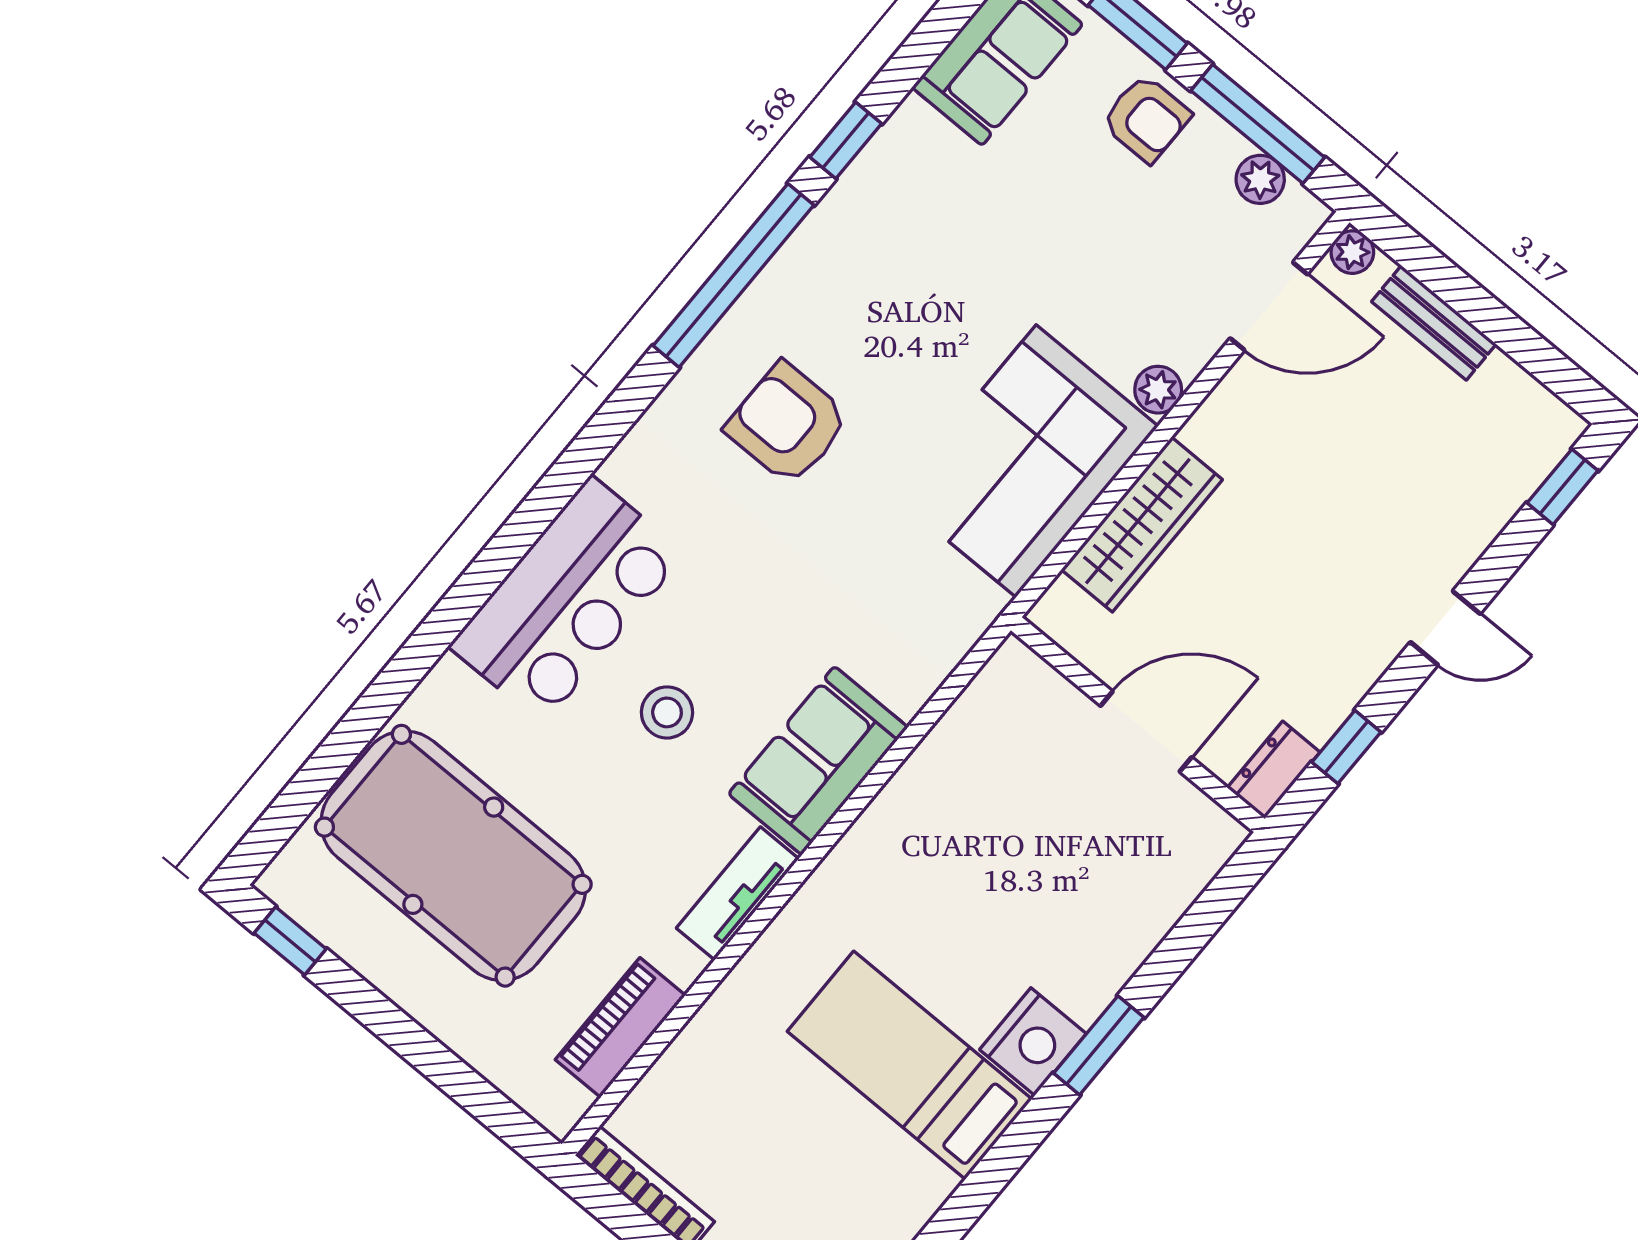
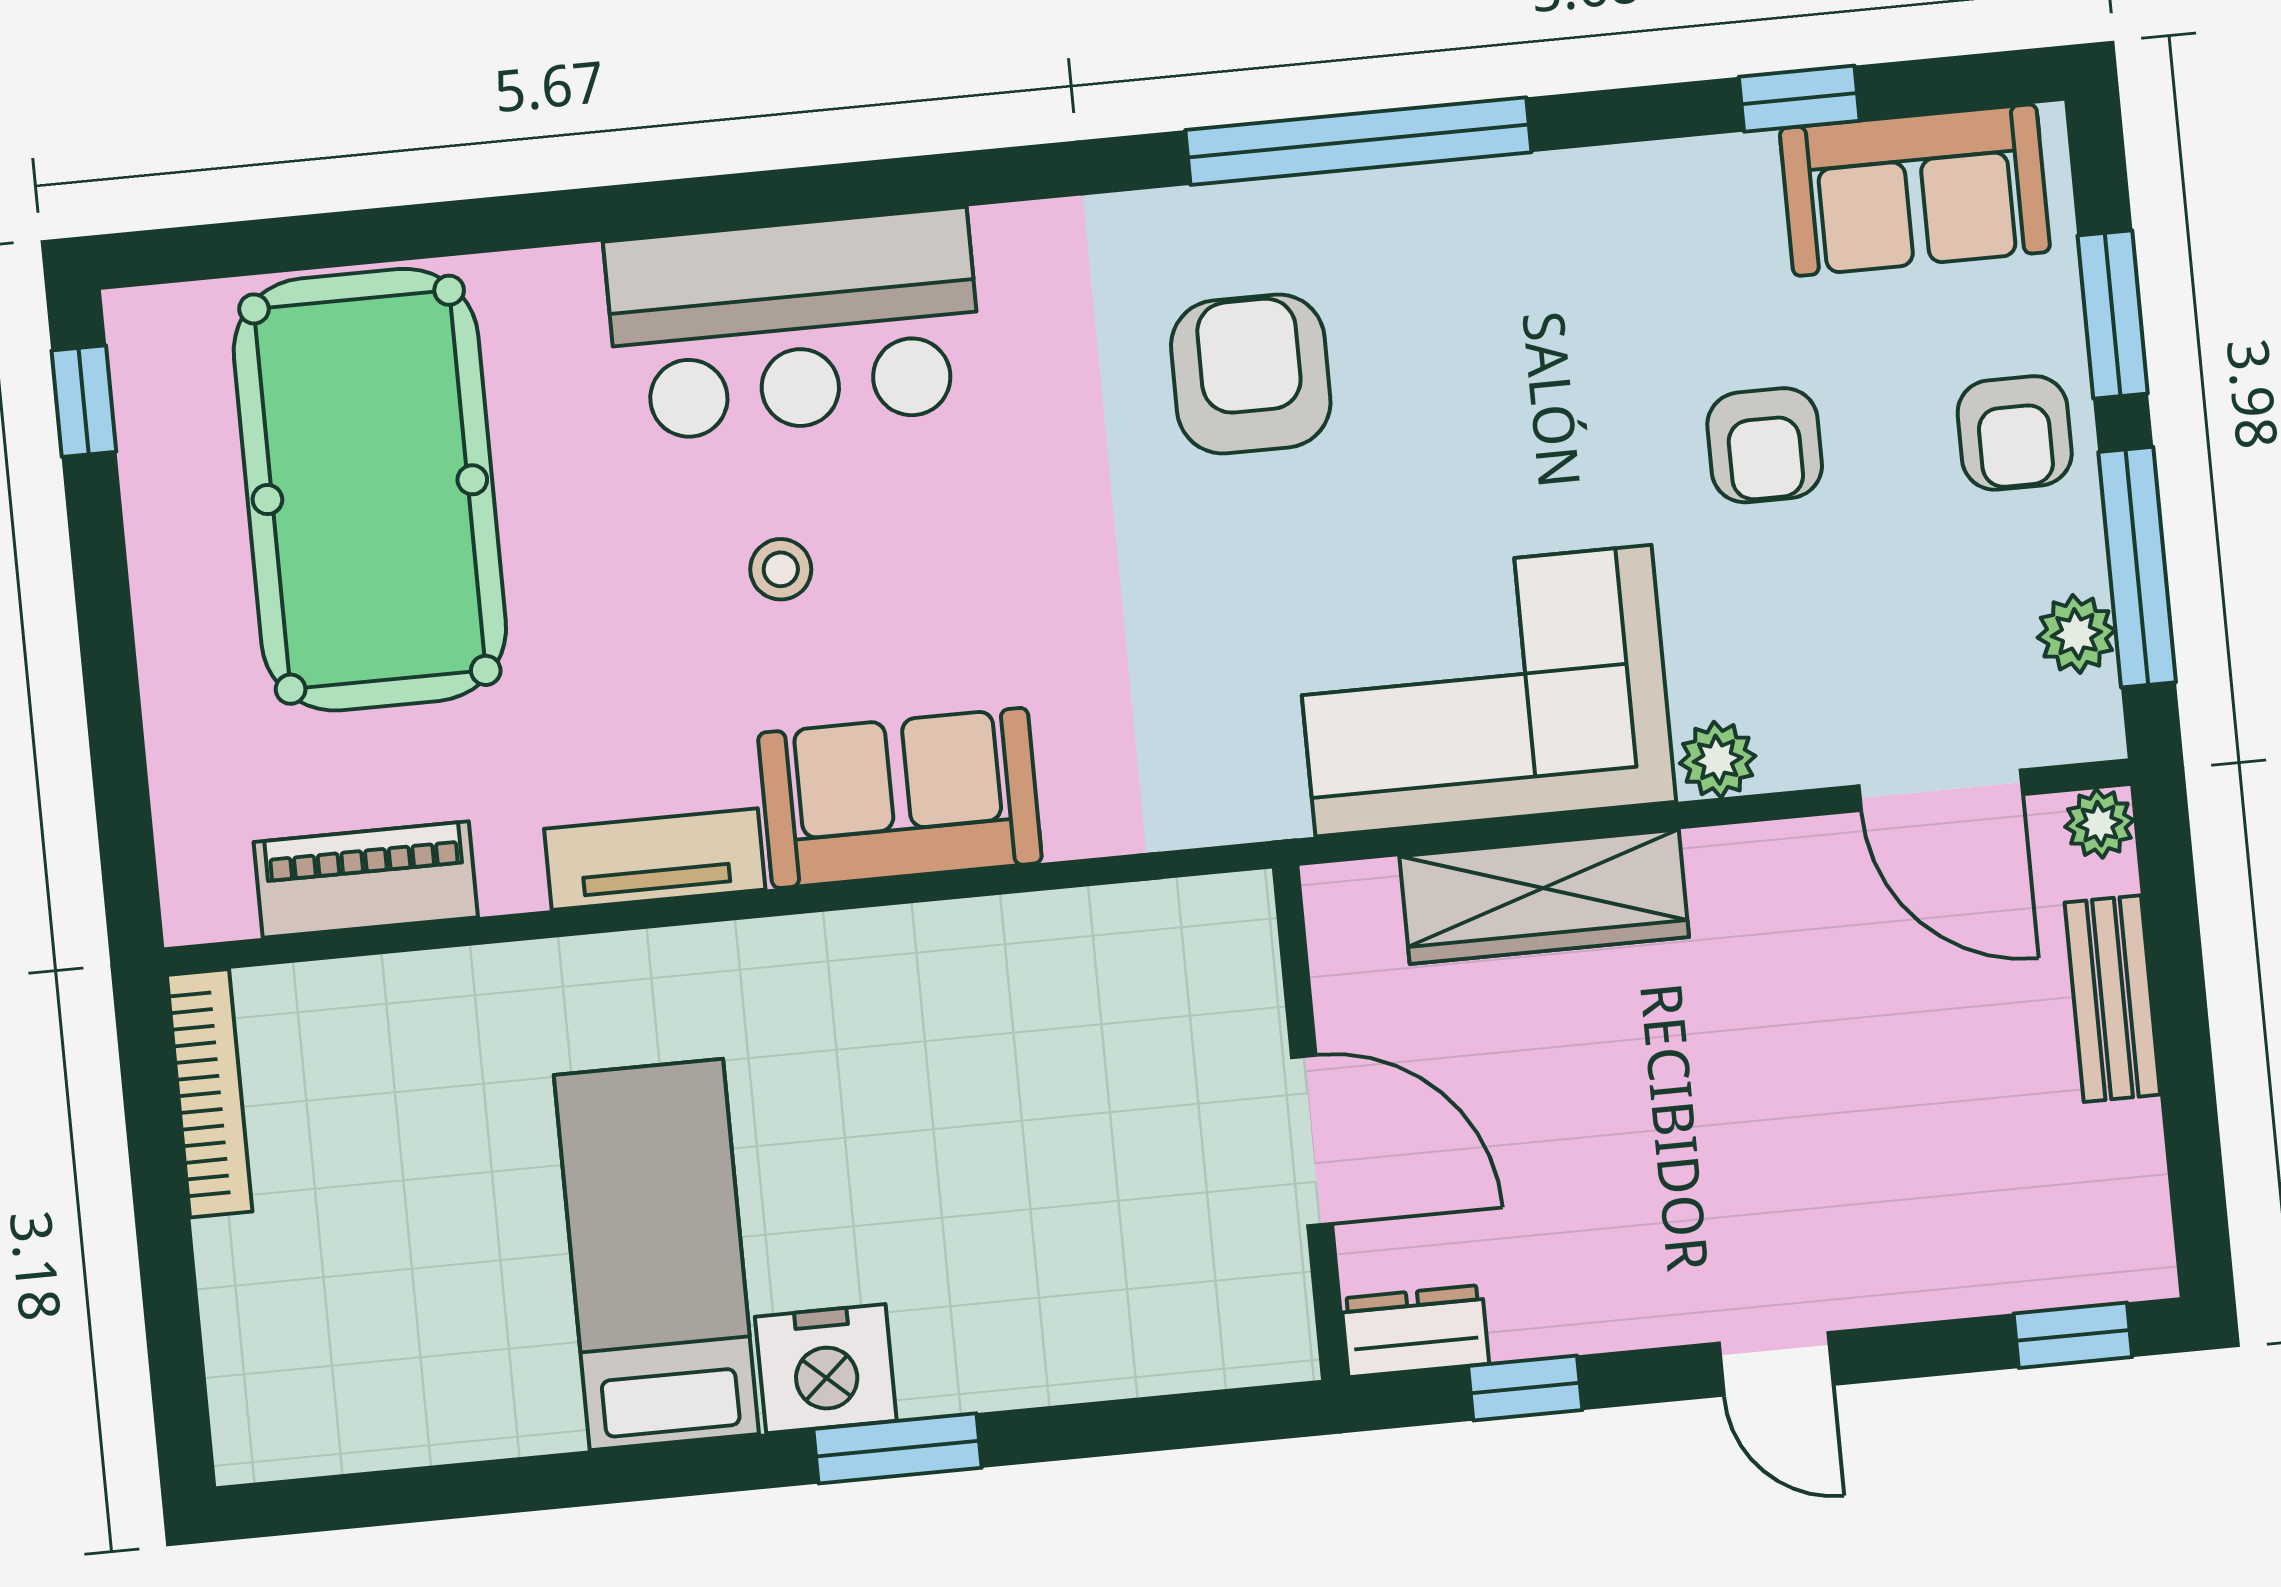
window: (846, 140) -> (1799, 99), moved
armchair: (1042, 232) -> (1765, 445), added
stool: (667, 712) -> (781, 569), width x0.73, depth x0.73

